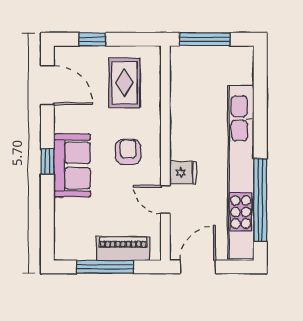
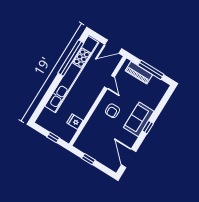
window: (92, 39) -> (88, 159), moved
window: (205, 39) -> (53, 137), width x0.46
rug: (124, 83) -> (97, 140), removed
fridge: (183, 173) -> (75, 122), moved

